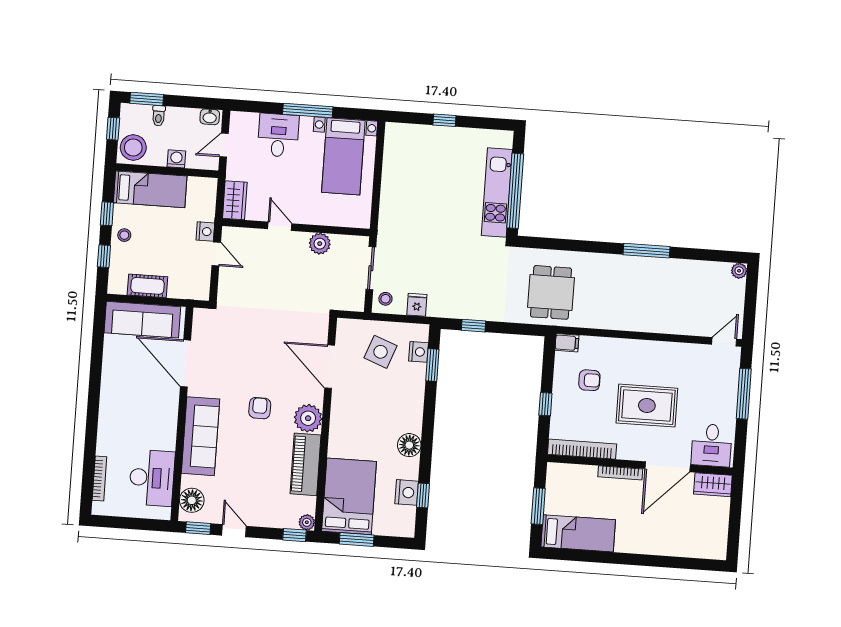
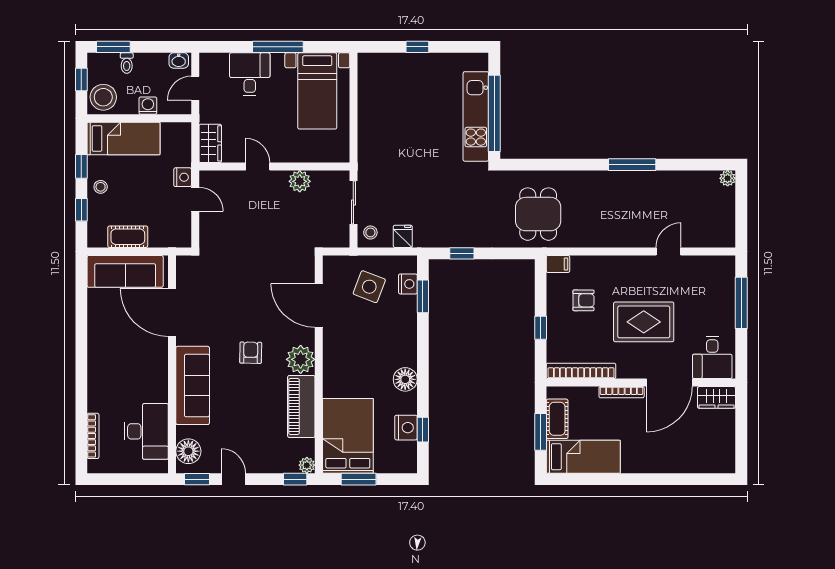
door: (724, 342) -> (668, 251), moved
cot: (555, 494) -> (557, 419), added

